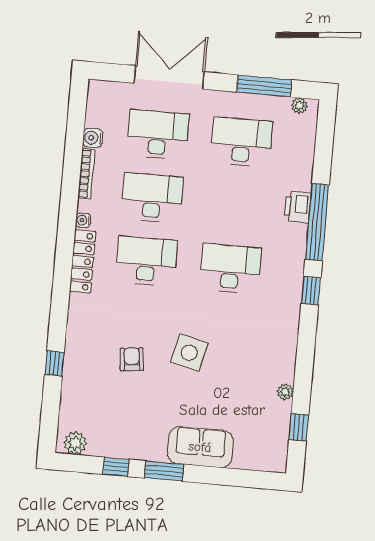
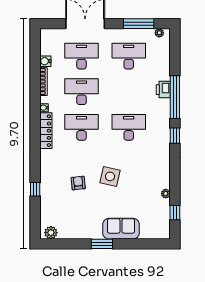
window: (116, 467) -> (75, 244), removed

